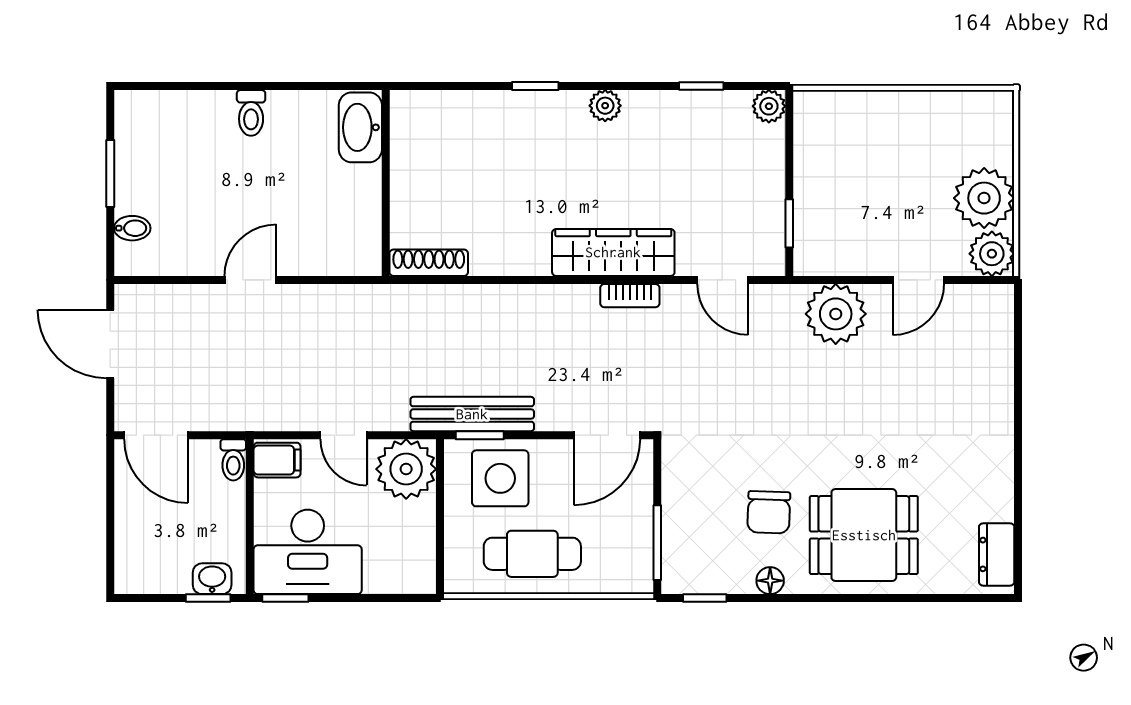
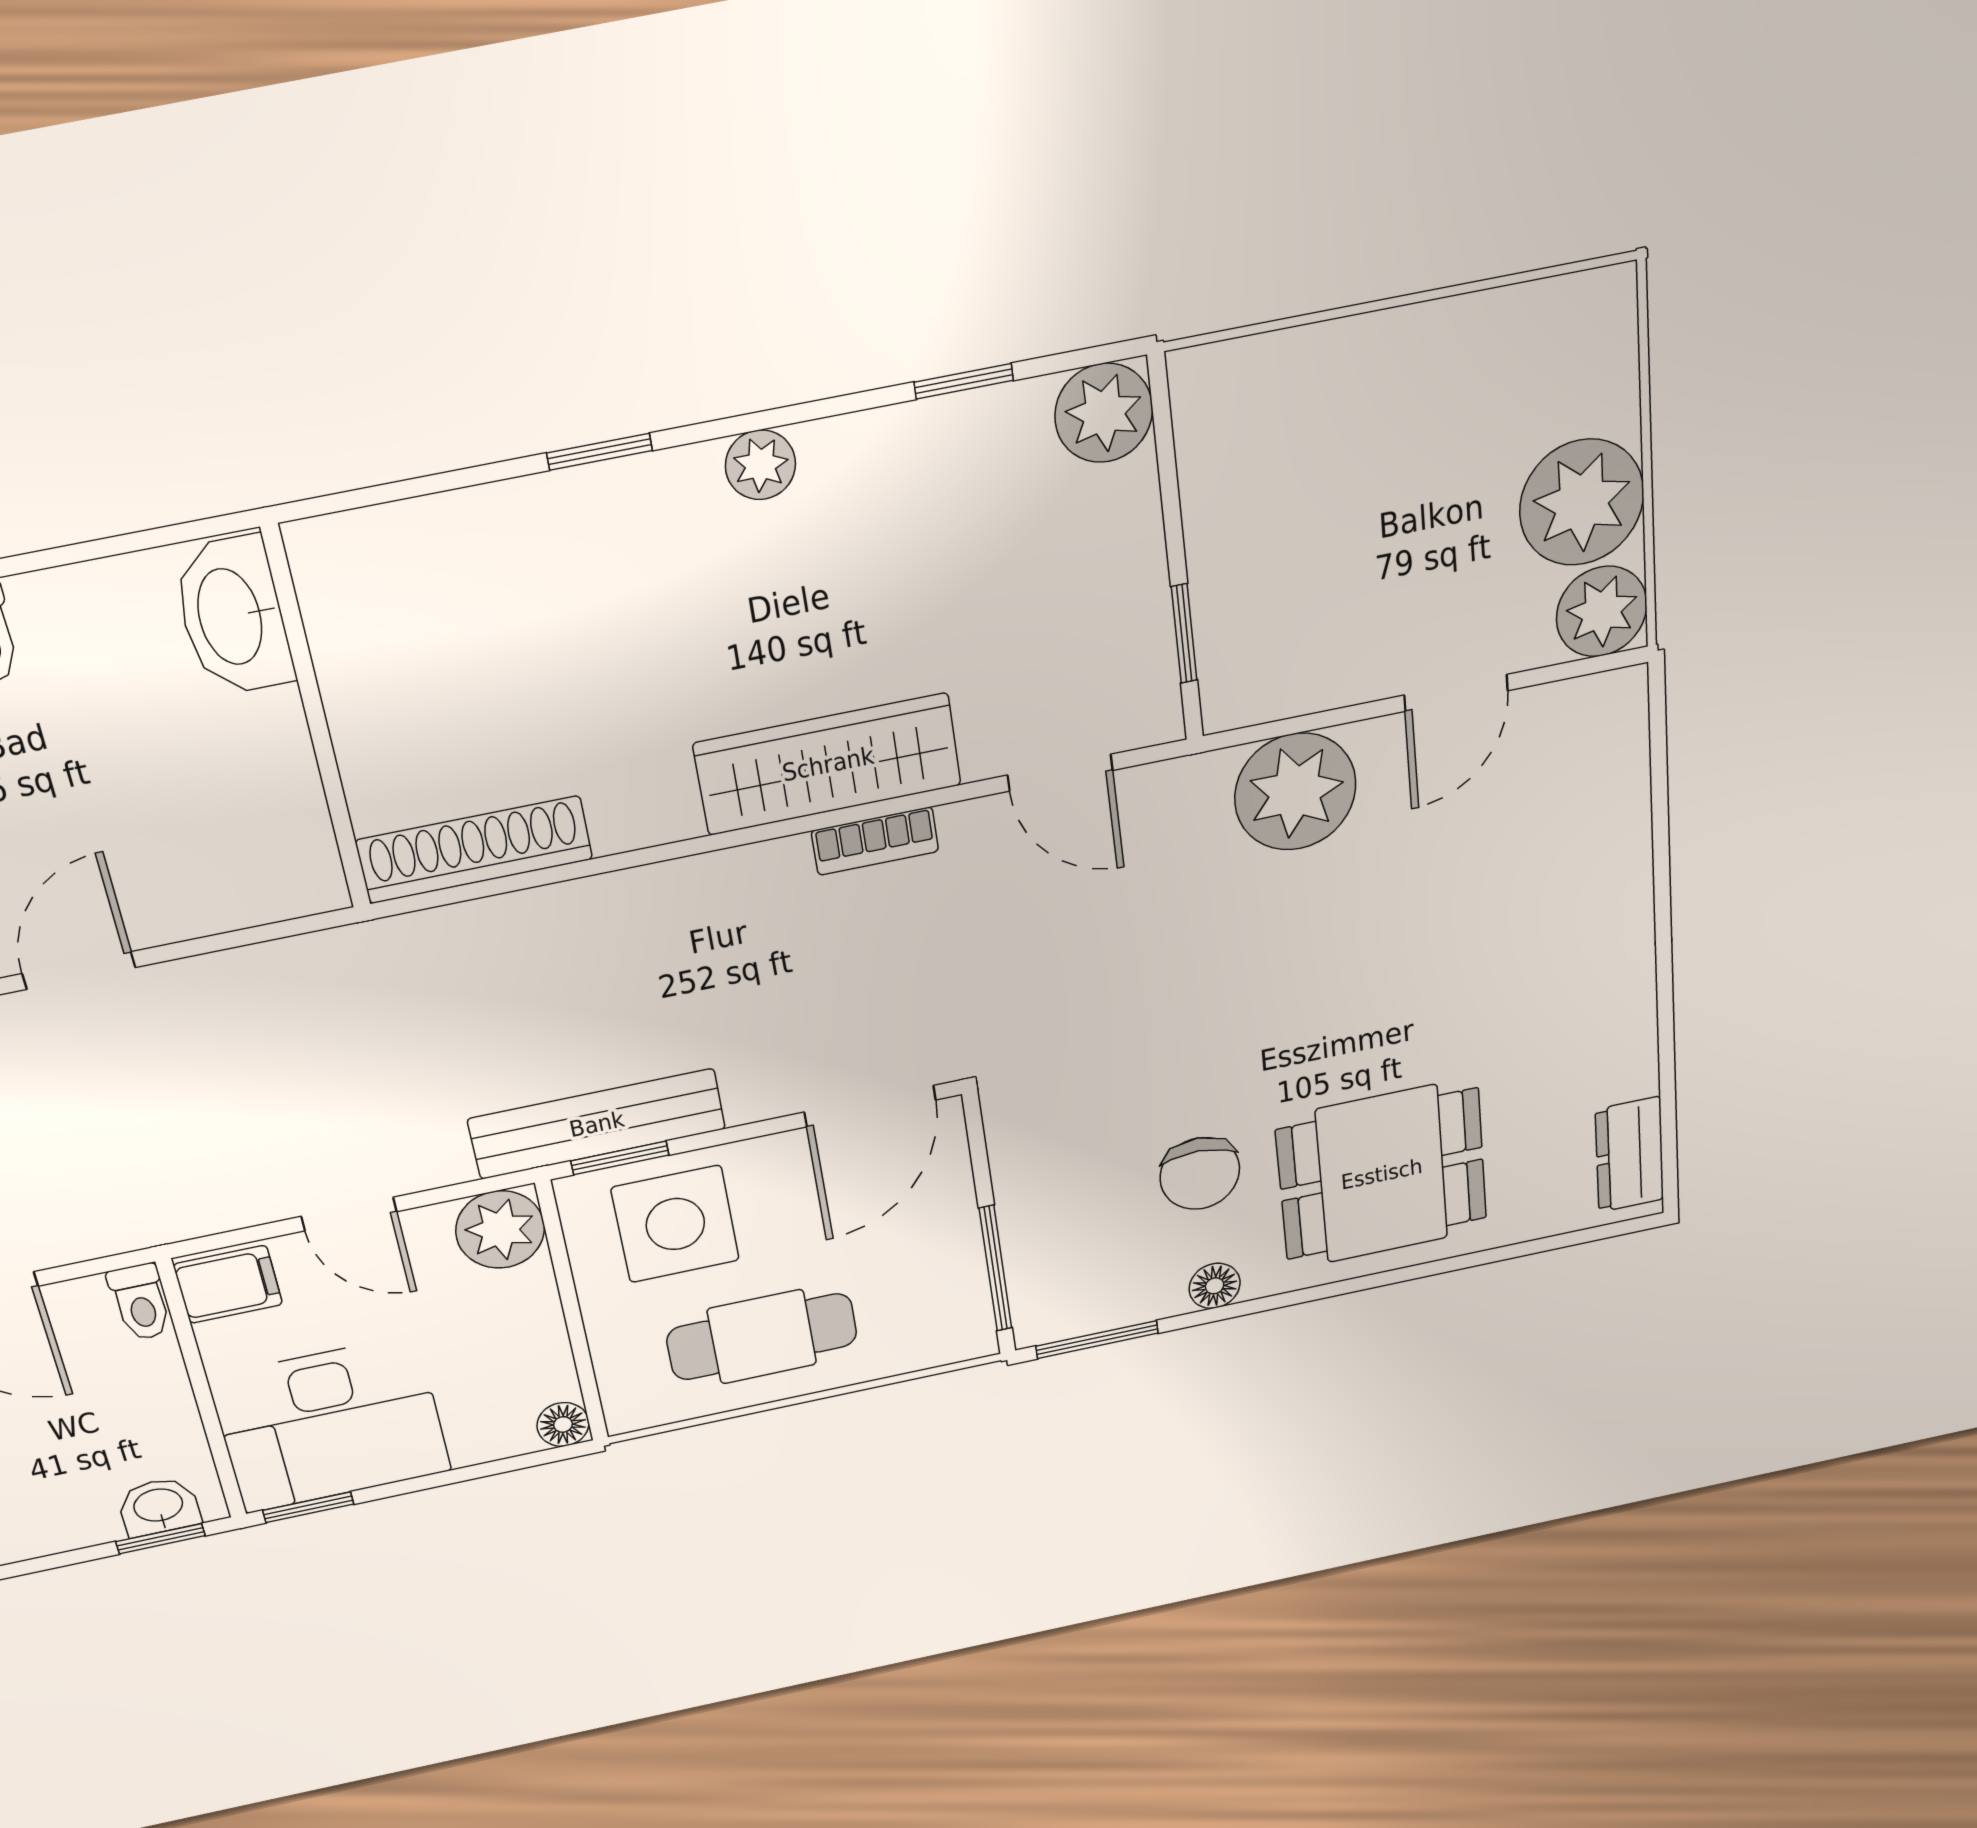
plant: (769, 106) -> (1104, 413), width x1.38, depth x1.38
shoe rack: (429, 263) -> (474, 850), width x1.36, depth x1.24
plant: (406, 469) -> (500, 1230), width x0.73, depth x0.73
floor lamp: (423, 581) -> (563, 1424), added
window: (705, 598) -> (1097, 1340), width x1.50

